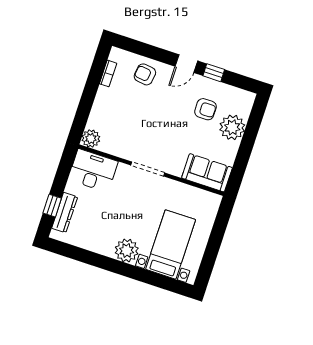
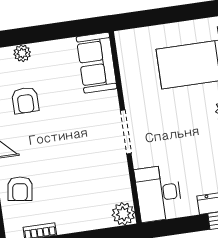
armchair: (205, 109) -> (25, 100), turned 180
plant: (232, 127) -> (22, 53), width x0.53, depth x0.53

